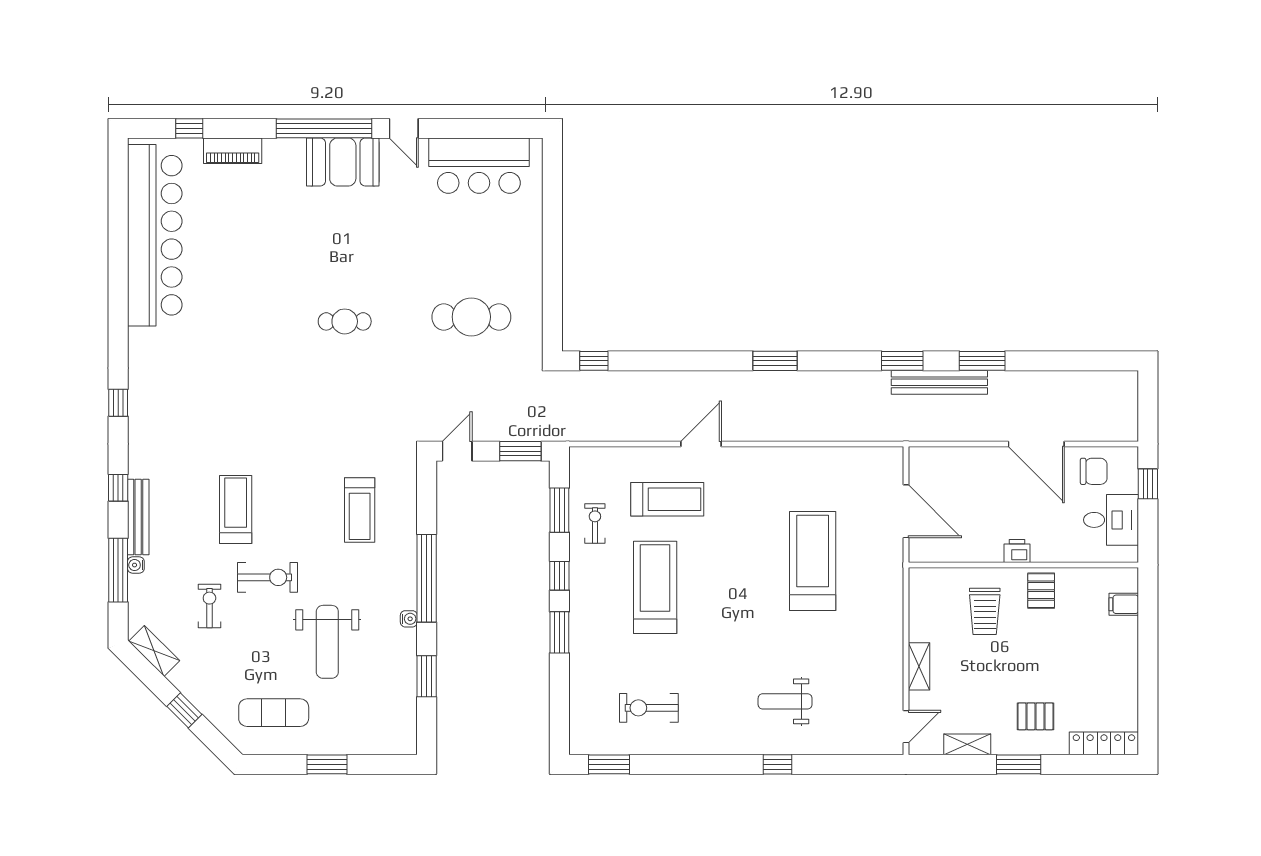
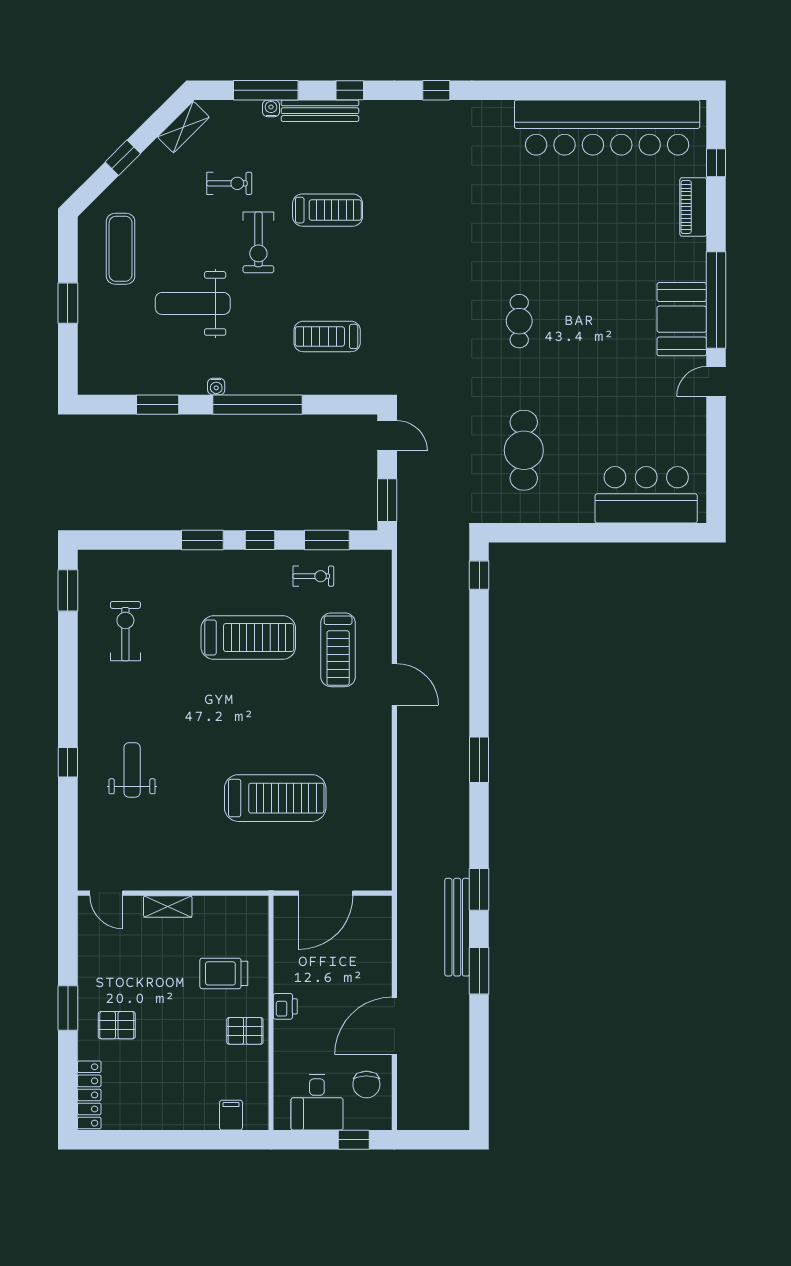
bar counter: (479, 166) -> (646, 495), moved, turned 90
pallet: (1036, 716) -> (117, 1025), turned 90
shelving: (967, 744) -> (88, 956), removed

